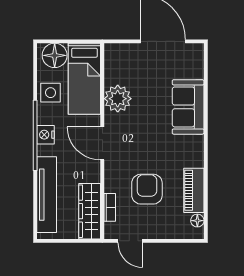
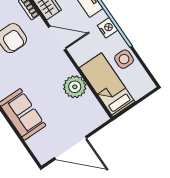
floor lamp: (55, 55) -> (139, 87), removed
door: (102, 143) -> (57, 38), moved

